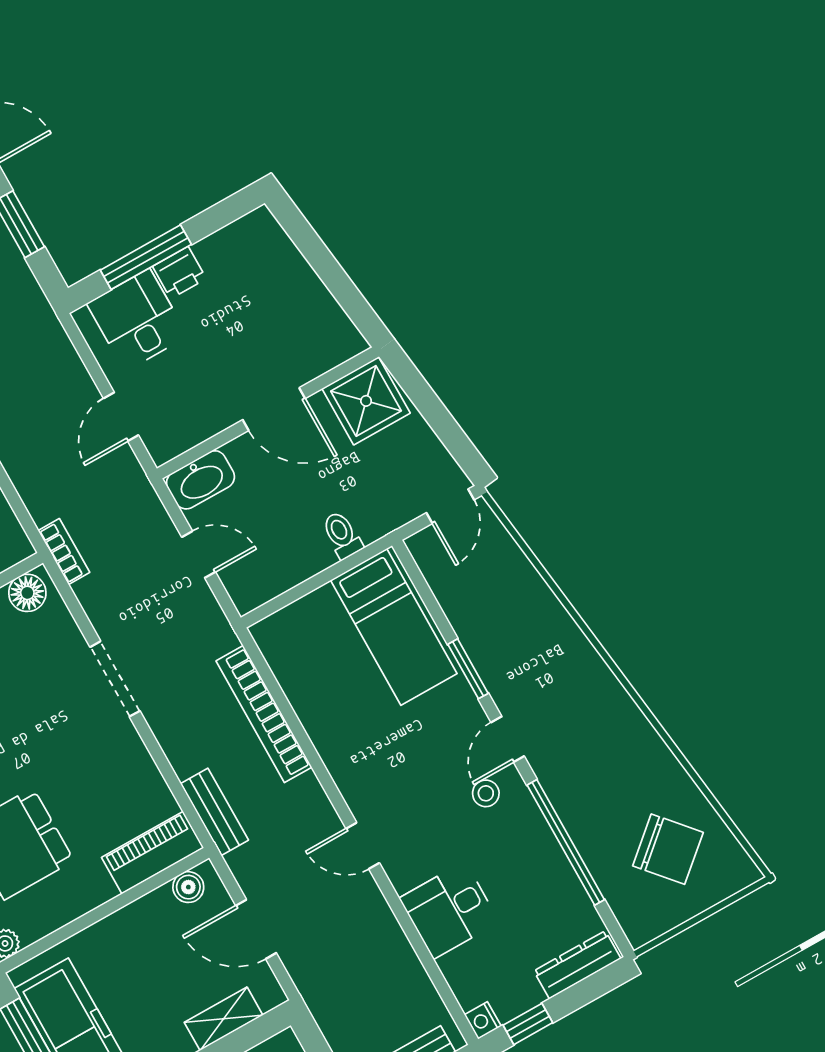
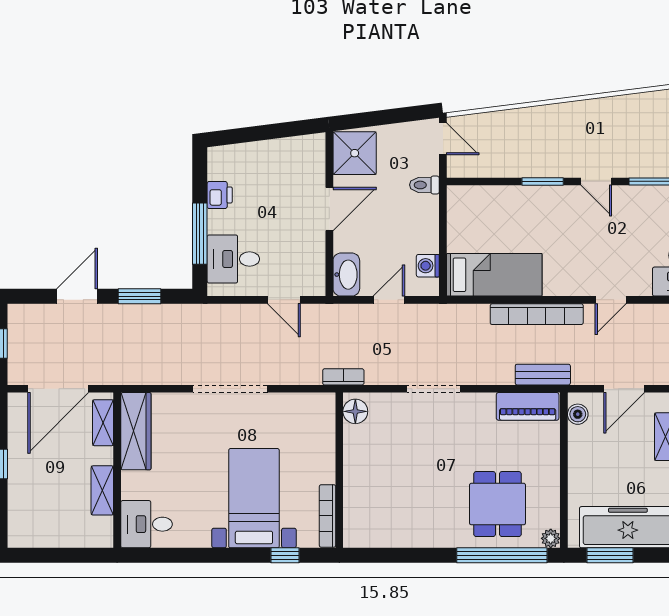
printer: (179, 272) -> (220, 195), moved
toilet: (342, 535) -> (424, 185), moved
washing machine: (272, 580) -> (428, 266), added
bed: (394, 627) -> (494, 275), moved
bookcase: (264, 714) -> (537, 314), moved
stool: (486, 793) -> (620, 212), removed
piano: (153, 853) -> (528, 406), moved, turned -90

